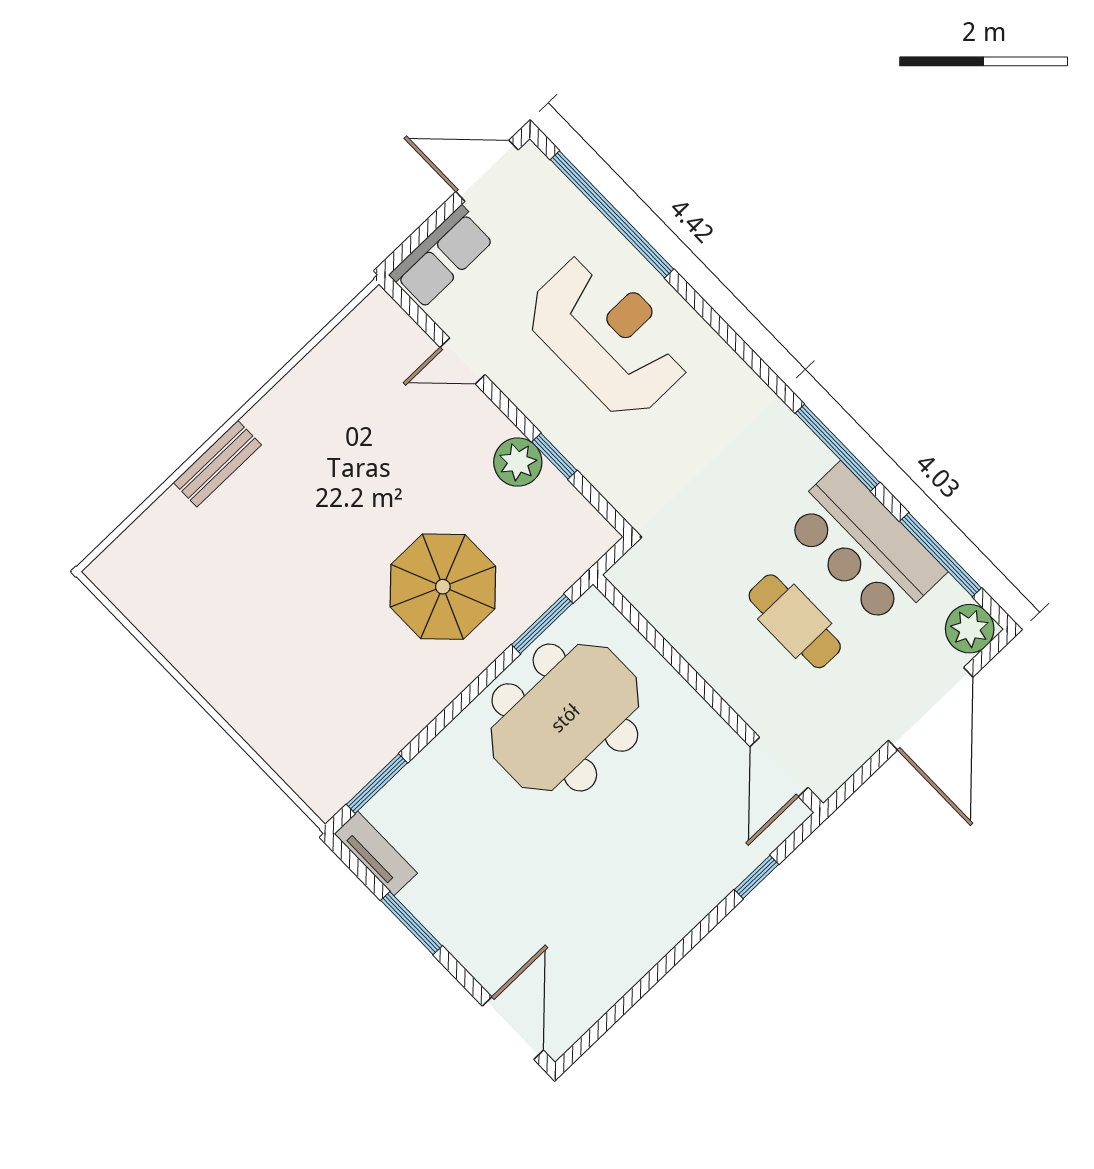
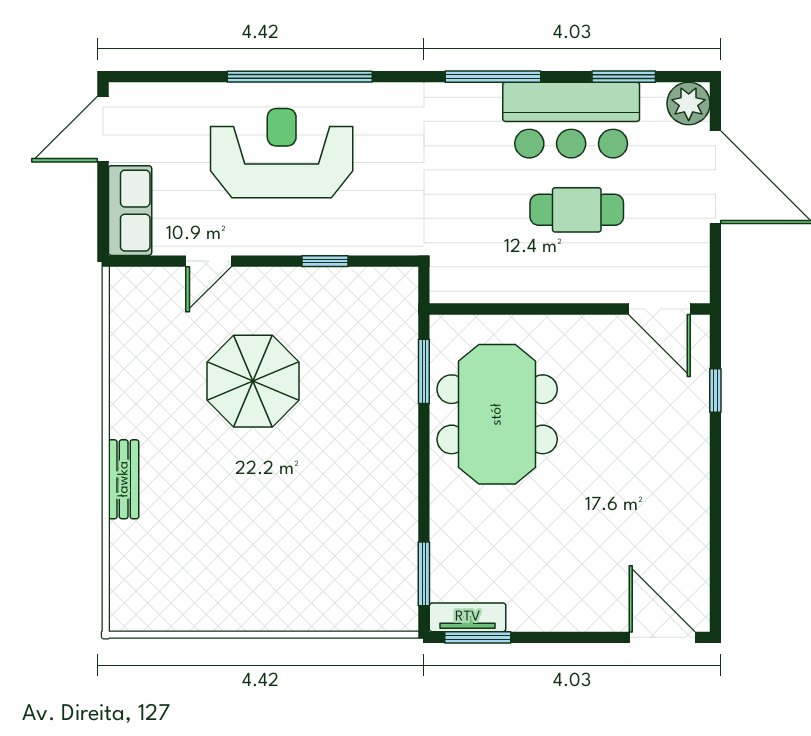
window: (612, 214) -> (300, 77), moved
plant: (518, 462) -> (306, 288), removed
window: (941, 555) -> (624, 77), width x0.69
parasol: (443, 587) -> (253, 381), moved
window: (411, 923) -> (478, 637), moved

